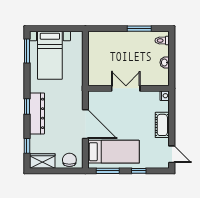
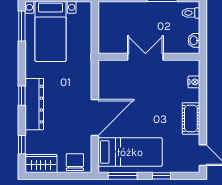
double door: (126, 88) -> (145, 57), moved
wall: (129, 88) -> (149, 57), moved
door: (85, 124) -> (95, 117), hinge flipped

